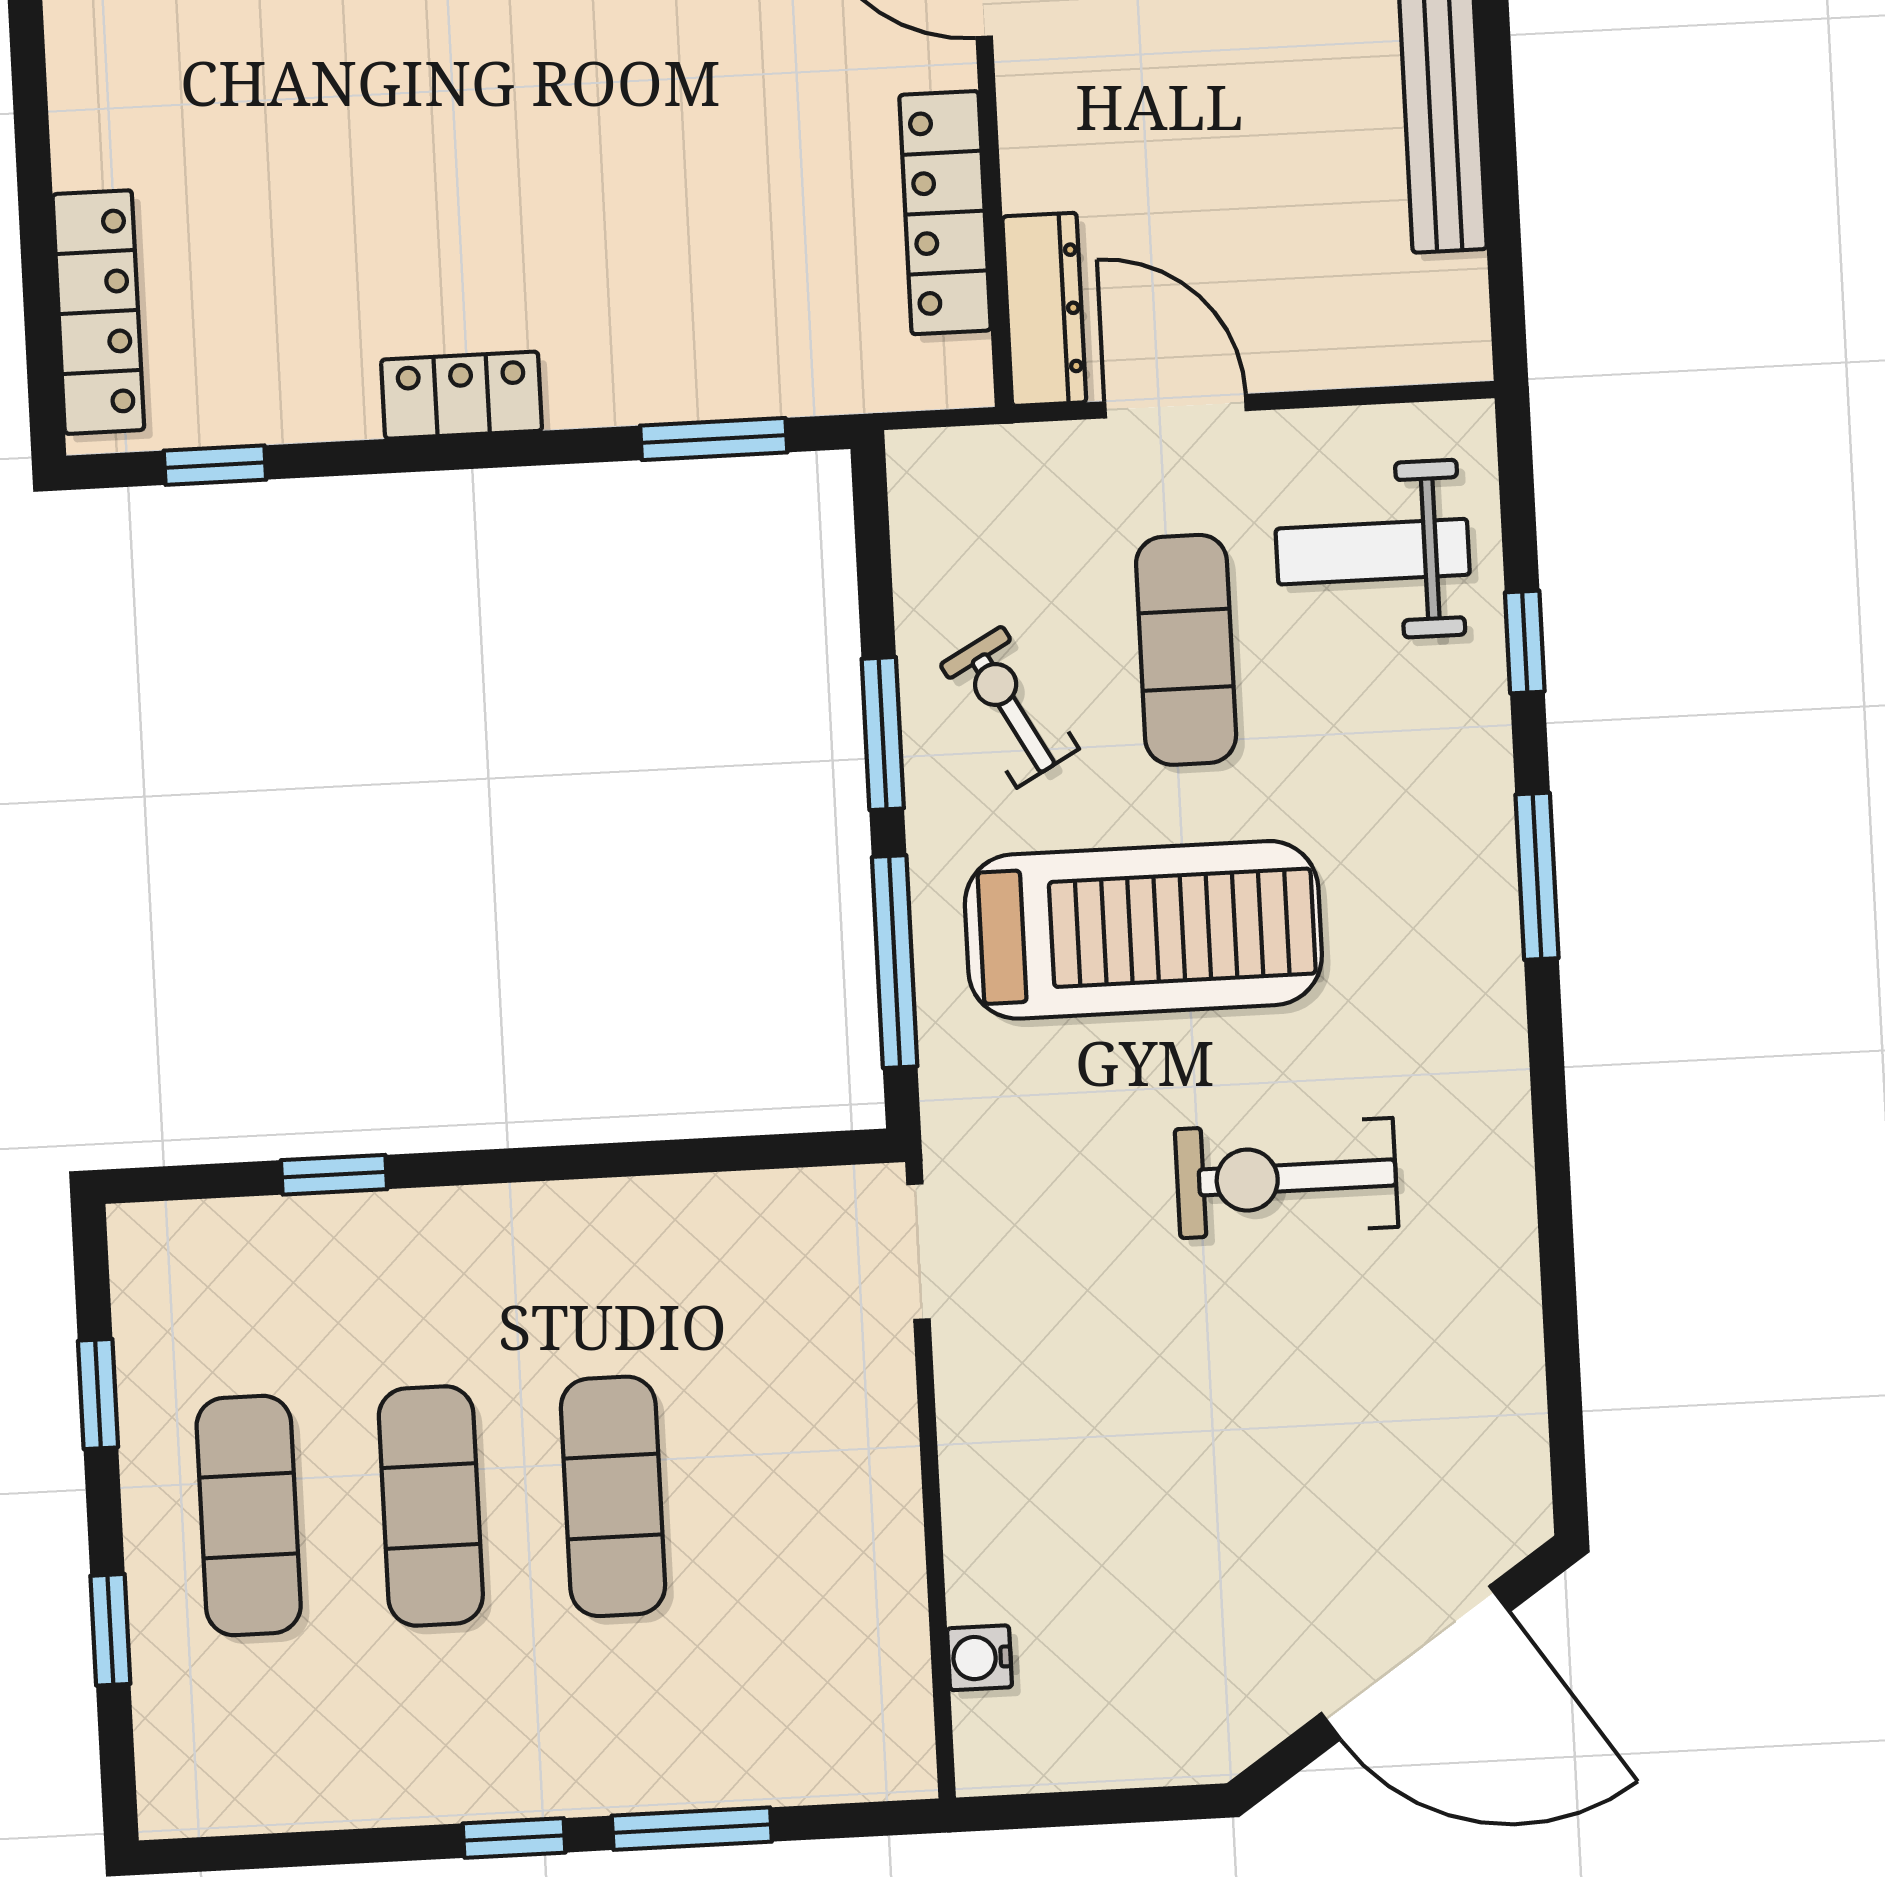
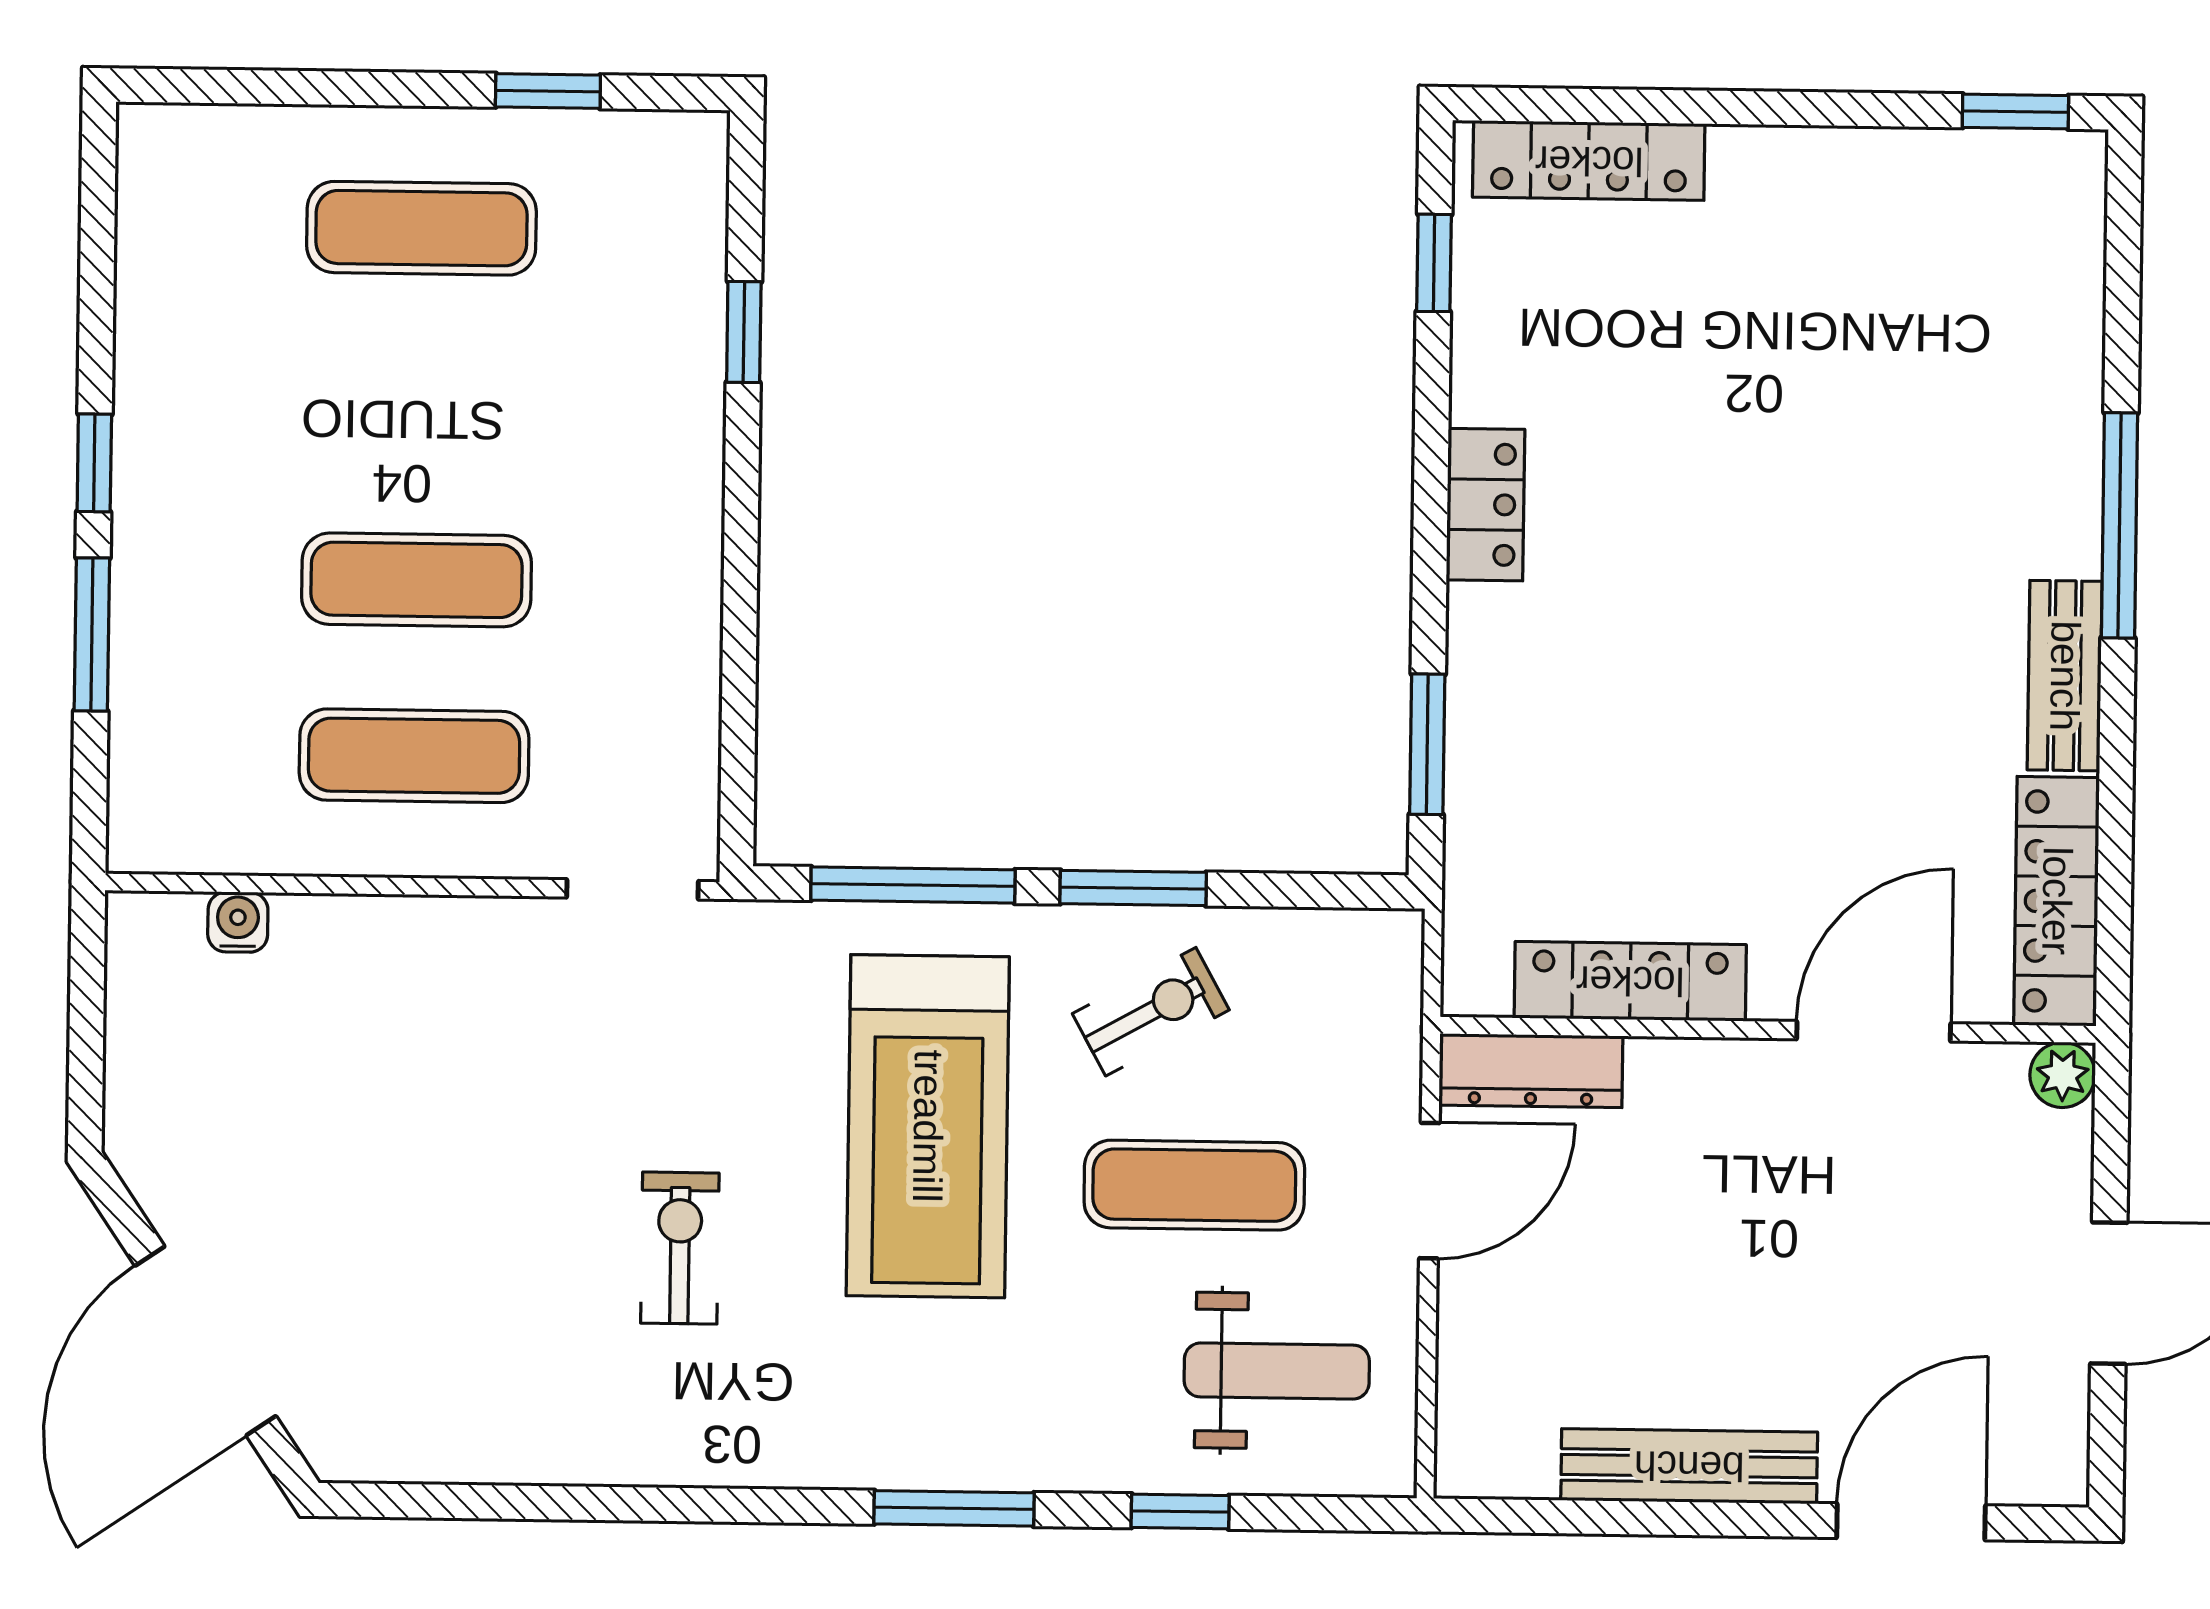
weight bench: (1373, 552) -> (1277, 1371), turned 90
exercise bike: (1286, 1178) -> (680, 1248), width x0.73, depth x0.72
exercise mat: (431, 1506) -> (414, 756), moved
window: (110, 1630) -> (320, 88), removed

